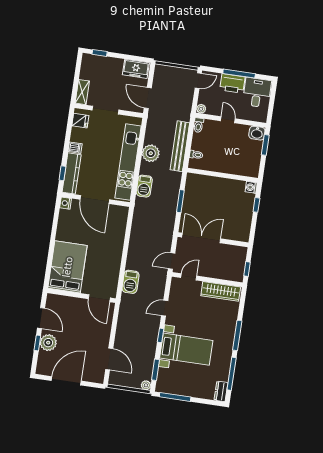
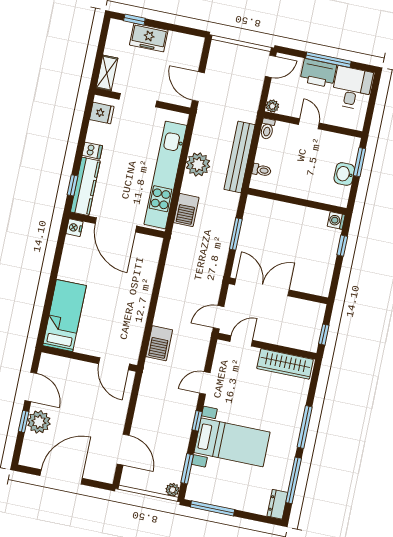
freezer: (136, 69) -> (149, 38), moved
washbasin: (257, 133) -> (344, 174), moved, turned 90
bed: (67, 267) -> (64, 316), width x0.67

